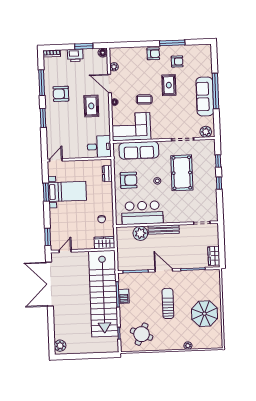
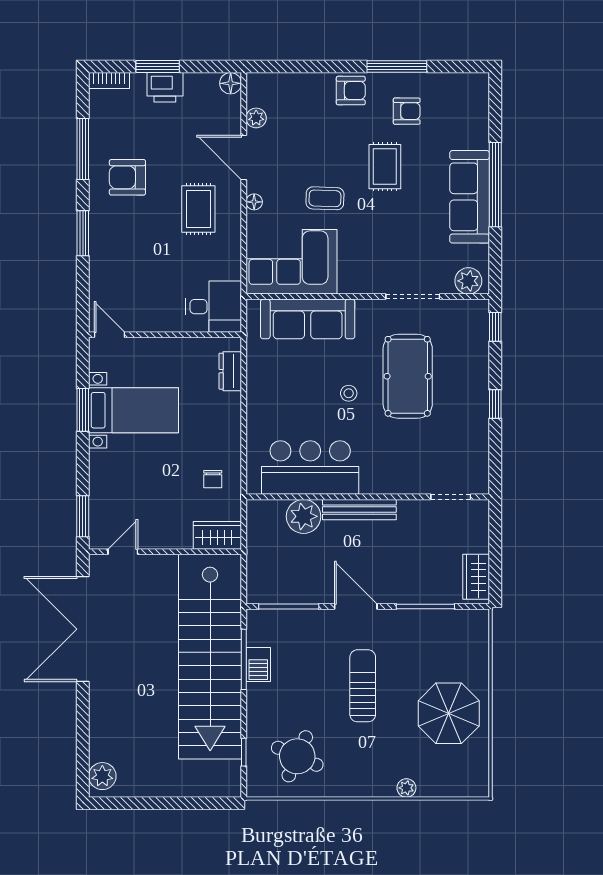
window: (84, 46) -> (158, 67), moved
door: (56, 160) -> (109, 335), hinge flipped
window: (218, 161) -> (495, 327), moved
armchair: (129, 180) -> (280, 389), removed

